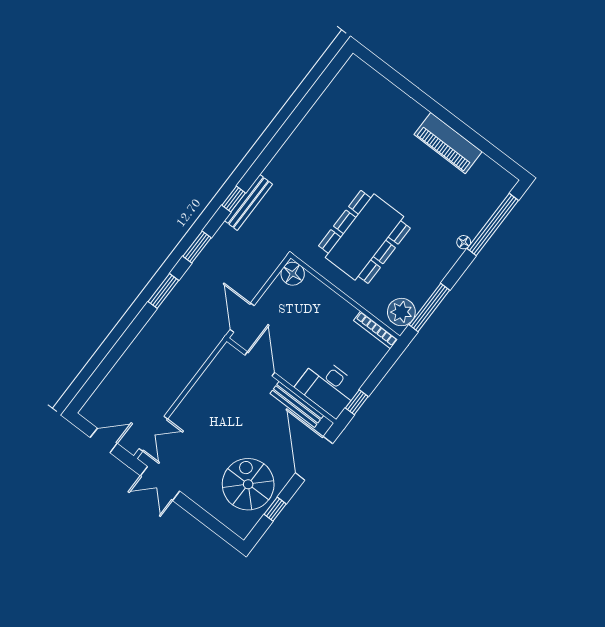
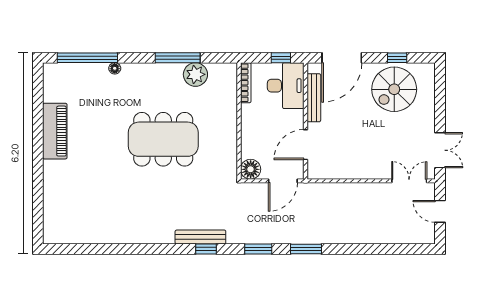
floor lamp: (293, 274) -> (251, 169), moved
wall: (345, 297) -> (239, 121), moved
bookcase: (376, 330) -> (246, 83), moved

